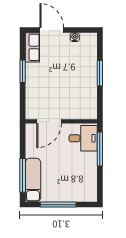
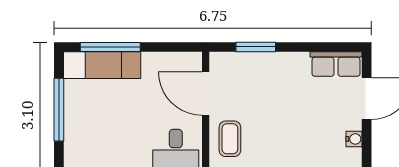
window: (23, 71) -> (256, 47), moved
coffee table: (75, 108) -> (230, 139), added

